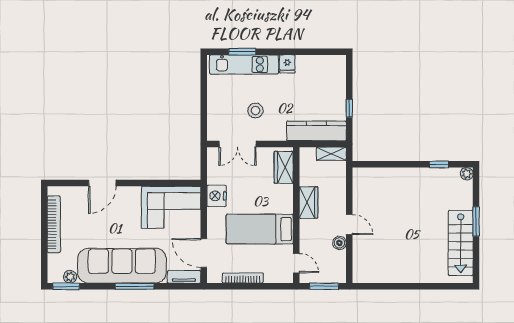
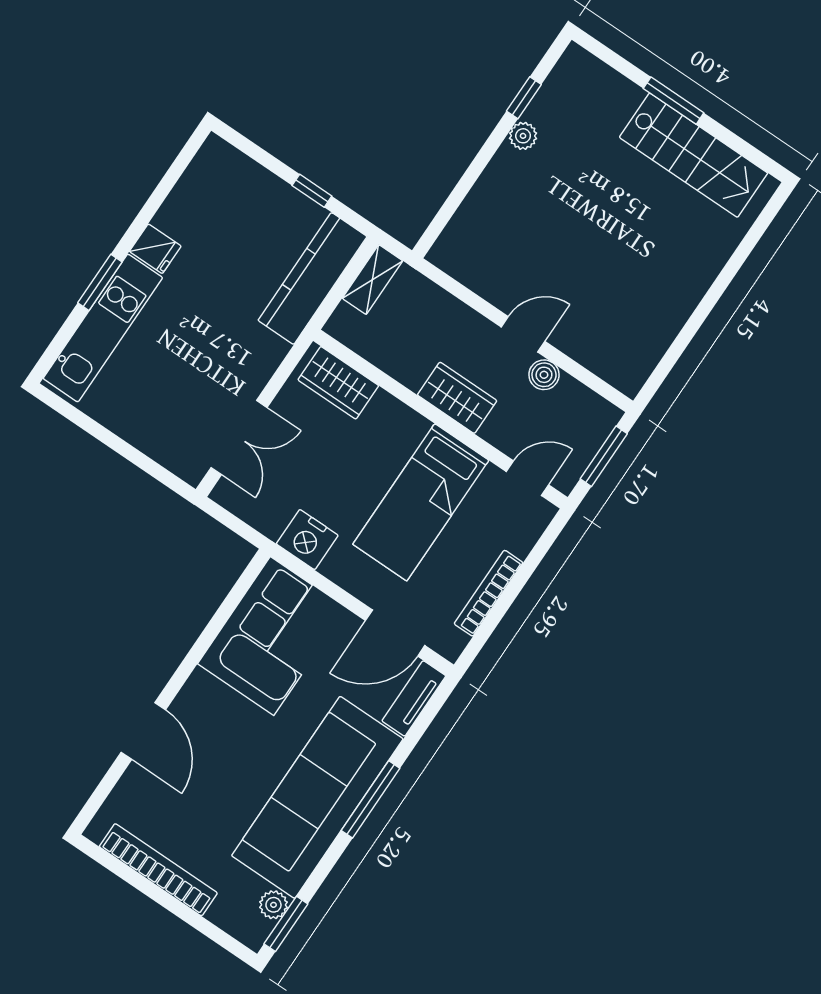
window: (242, 52) -> (100, 282), moved
stool: (255, 110) -> (200, 364), removed
plant: (467, 174) -> (523, 136), moved
wardrobe: (308, 203) -> (457, 398), moved

